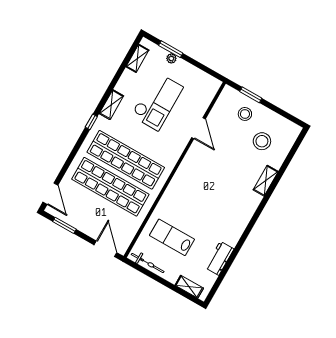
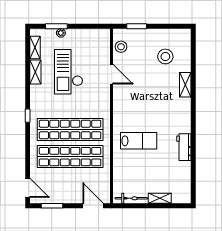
checkout: (157, 101) -> (69, 72), turned 180
shelving: (111, 105) -> (35, 72), moved
stool: (245, 114) -> (121, 47), moved
lab bench: (172, 237) -> (139, 141), moved, turned 180
workbench: (220, 258) -> (184, 147), moved
shelving: (189, 287) -> (160, 198), moved

